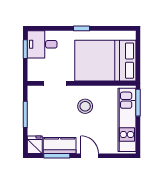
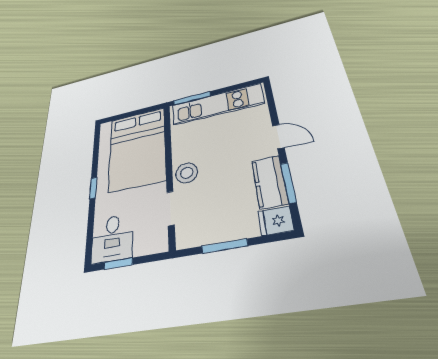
stool: (85, 106) -> (187, 173), moved
door: (90, 156) -> (278, 137), swing flipped

